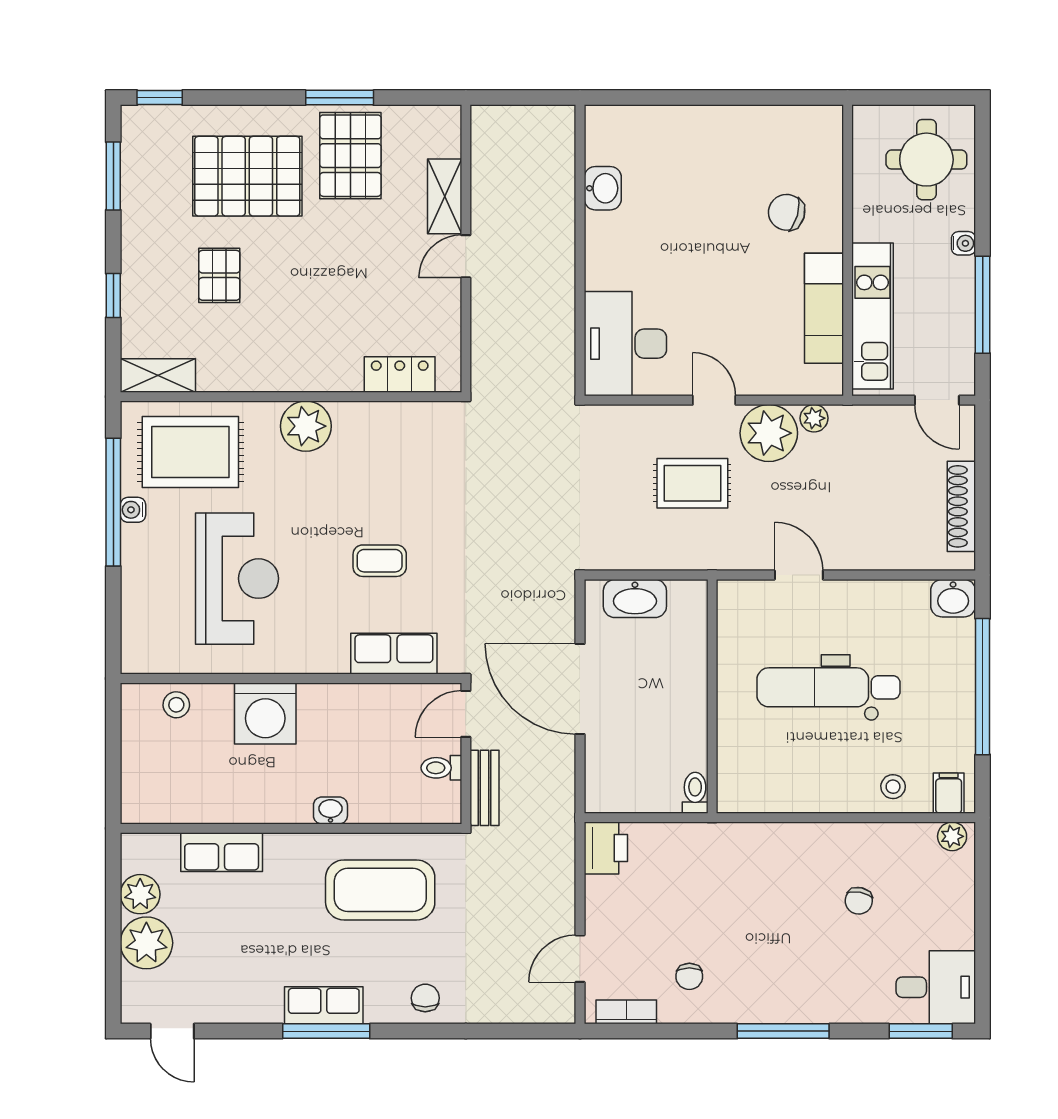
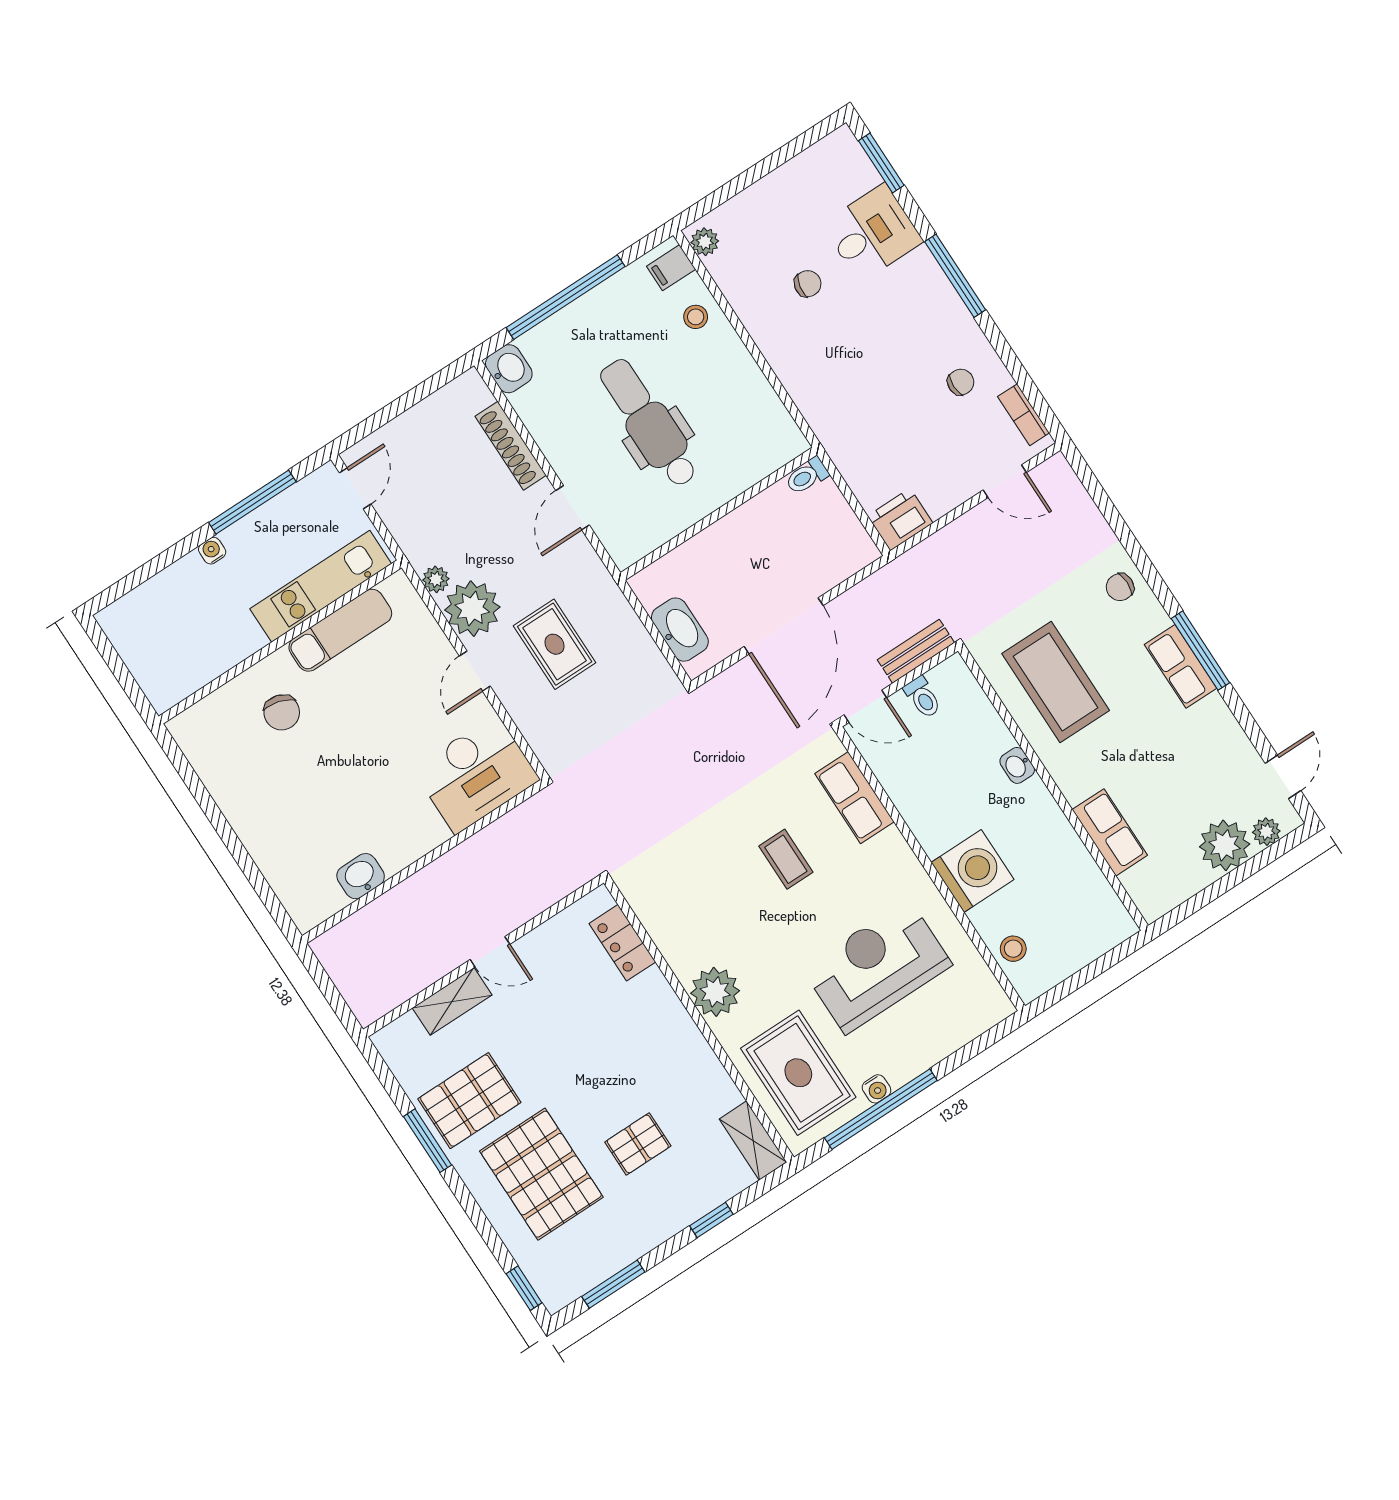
round table: (926, 160) -> (163, 626), removed
shoe rack: (961, 506) -> (511, 446), moved, turned 90
dental chair: (828, 687) -> (649, 423), turned 180
plant: (140, 894) -> (1266, 832), moved, width x0.73, depth x0.73
desk: (936, 987) -> (872, 233), moved, turned 90

